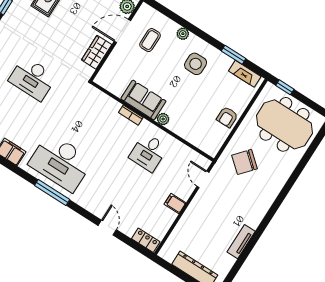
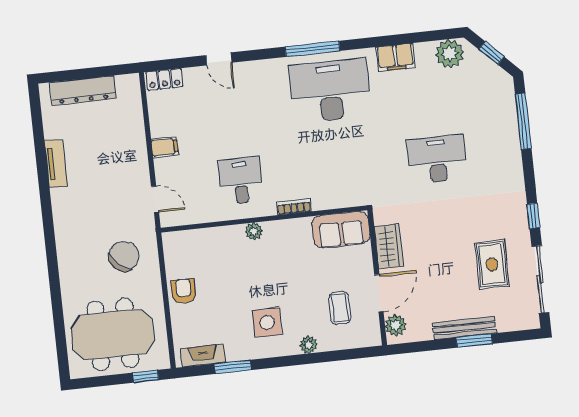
sofa: (143, 100) -> (341, 230), moved

